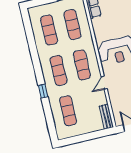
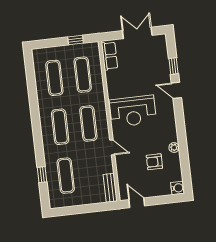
door: (104, 83) -> (112, 147), swing flipped
window: (43, 91) -> (42, 175), moved

